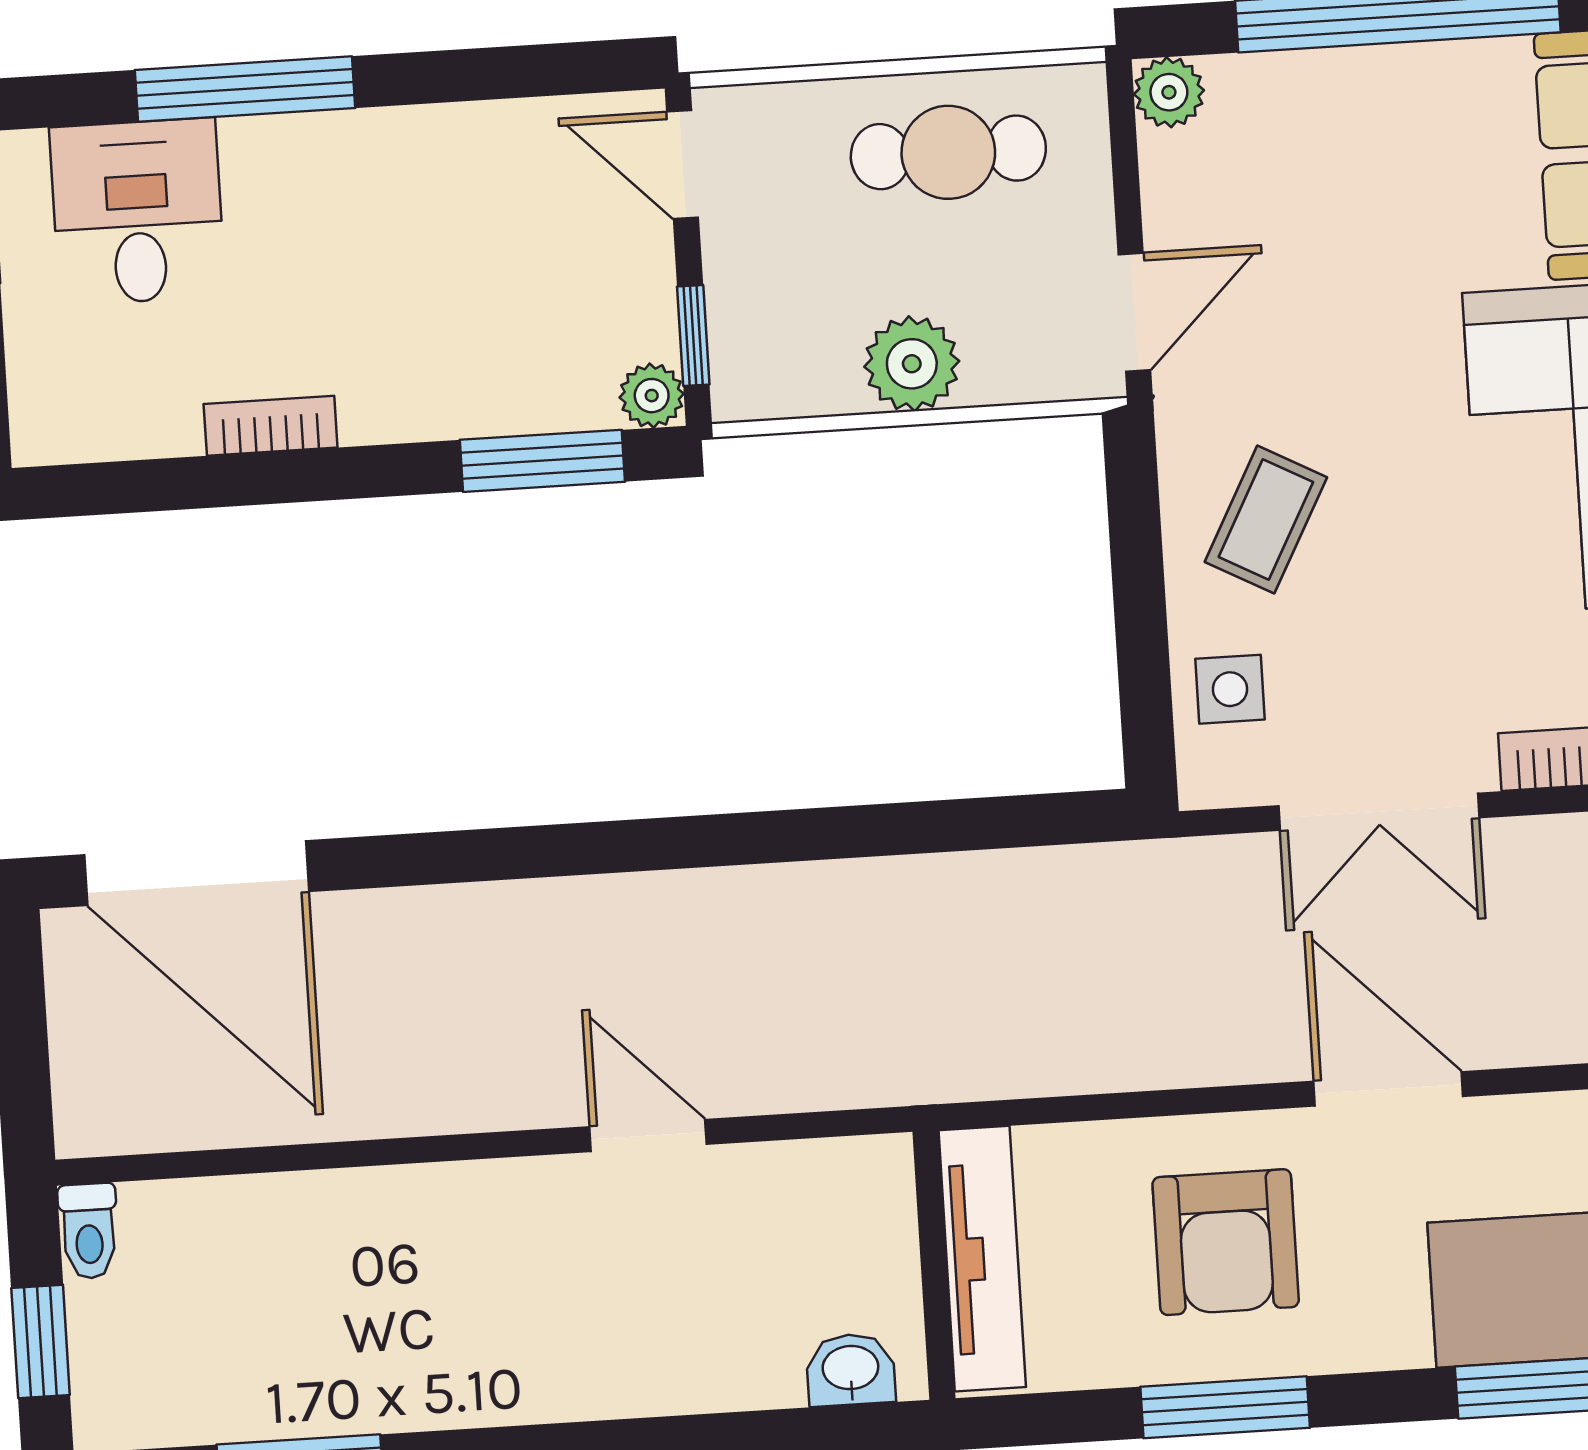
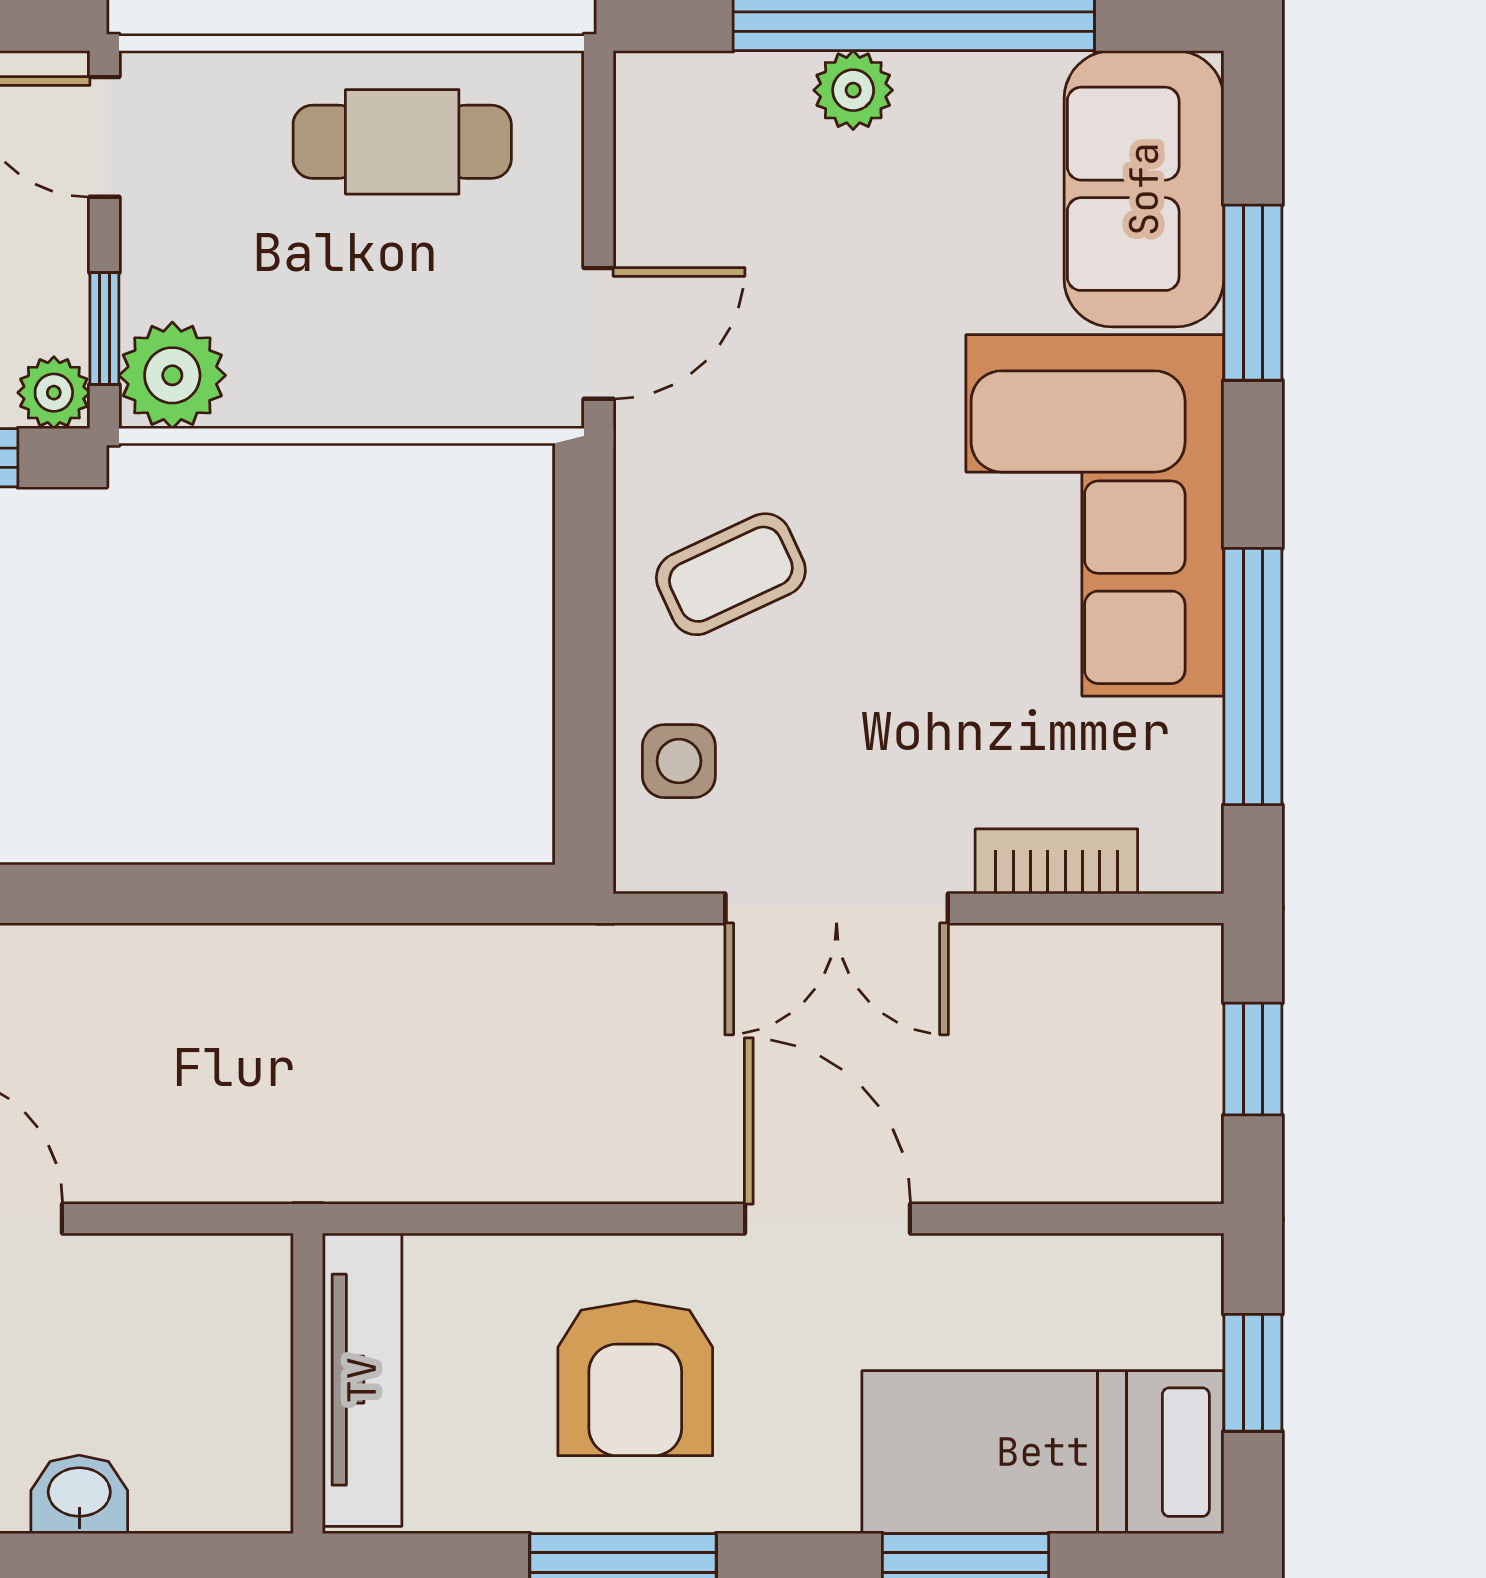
plant: (1169, 92) -> (853, 90), moved
plant: (912, 364) -> (172, 375), moved
coffee table: (1266, 520) -> (731, 574), turned 37
washbasin: (851, 1370) -> (79, 1494), moved

